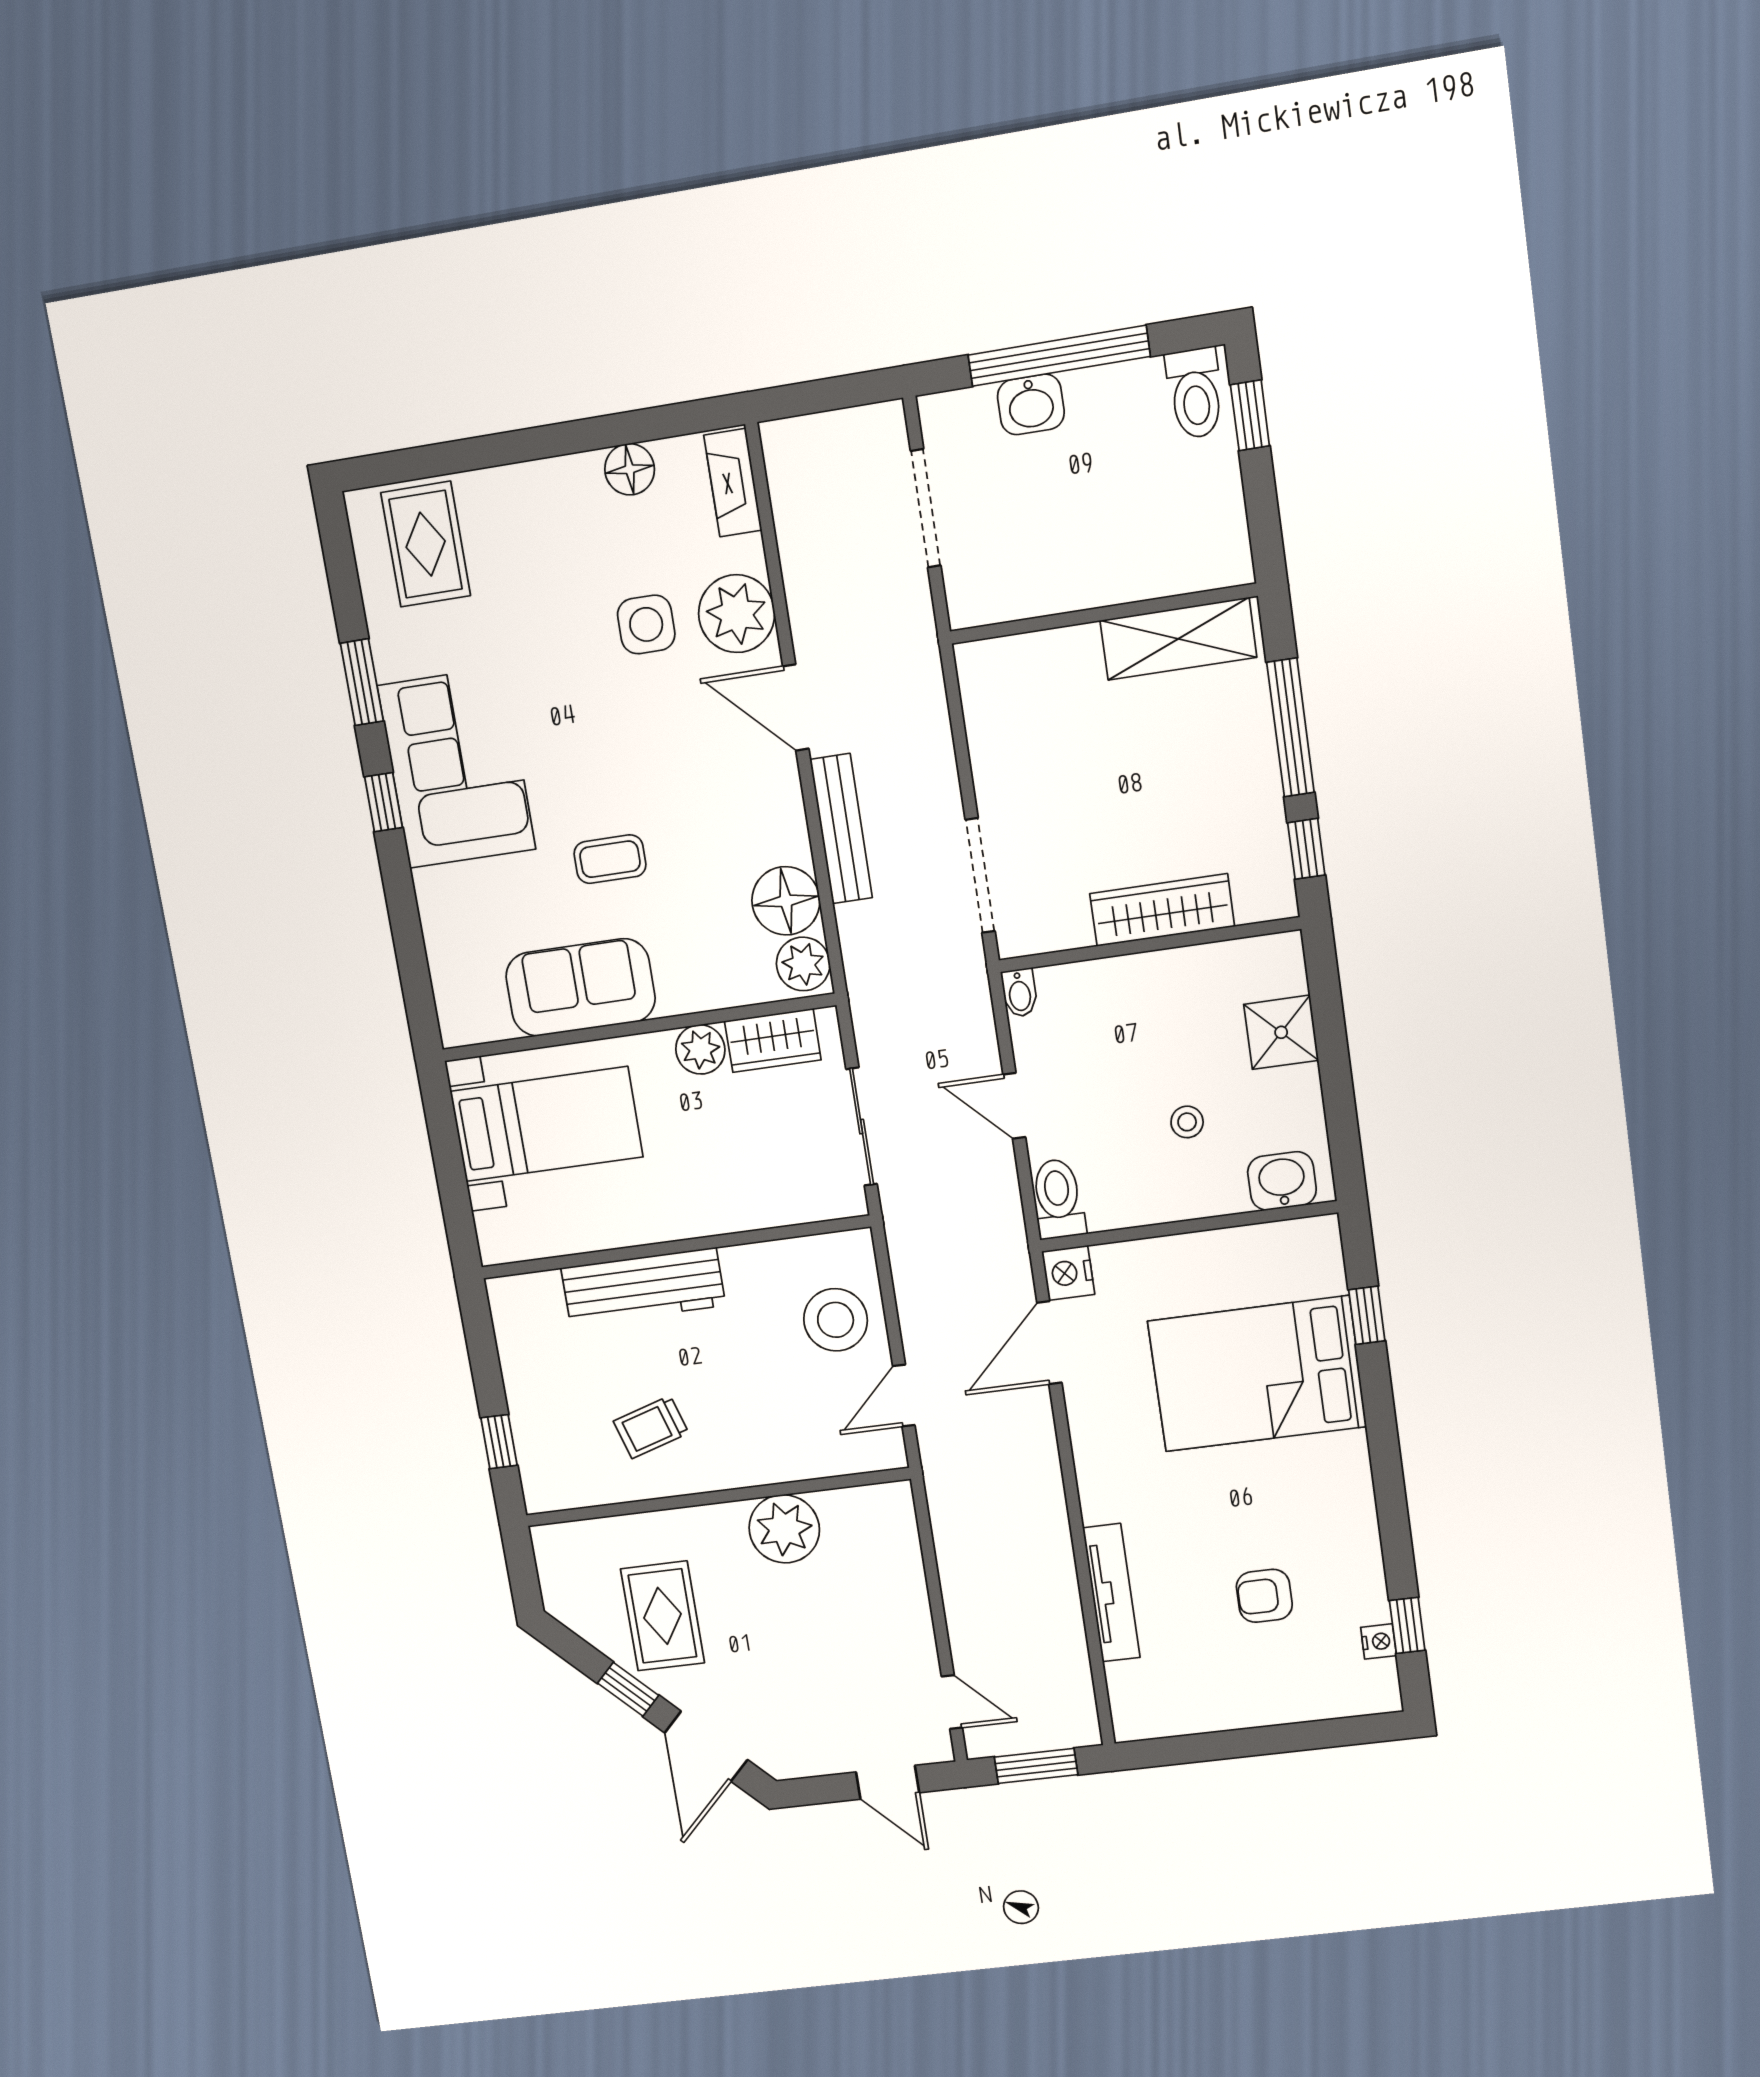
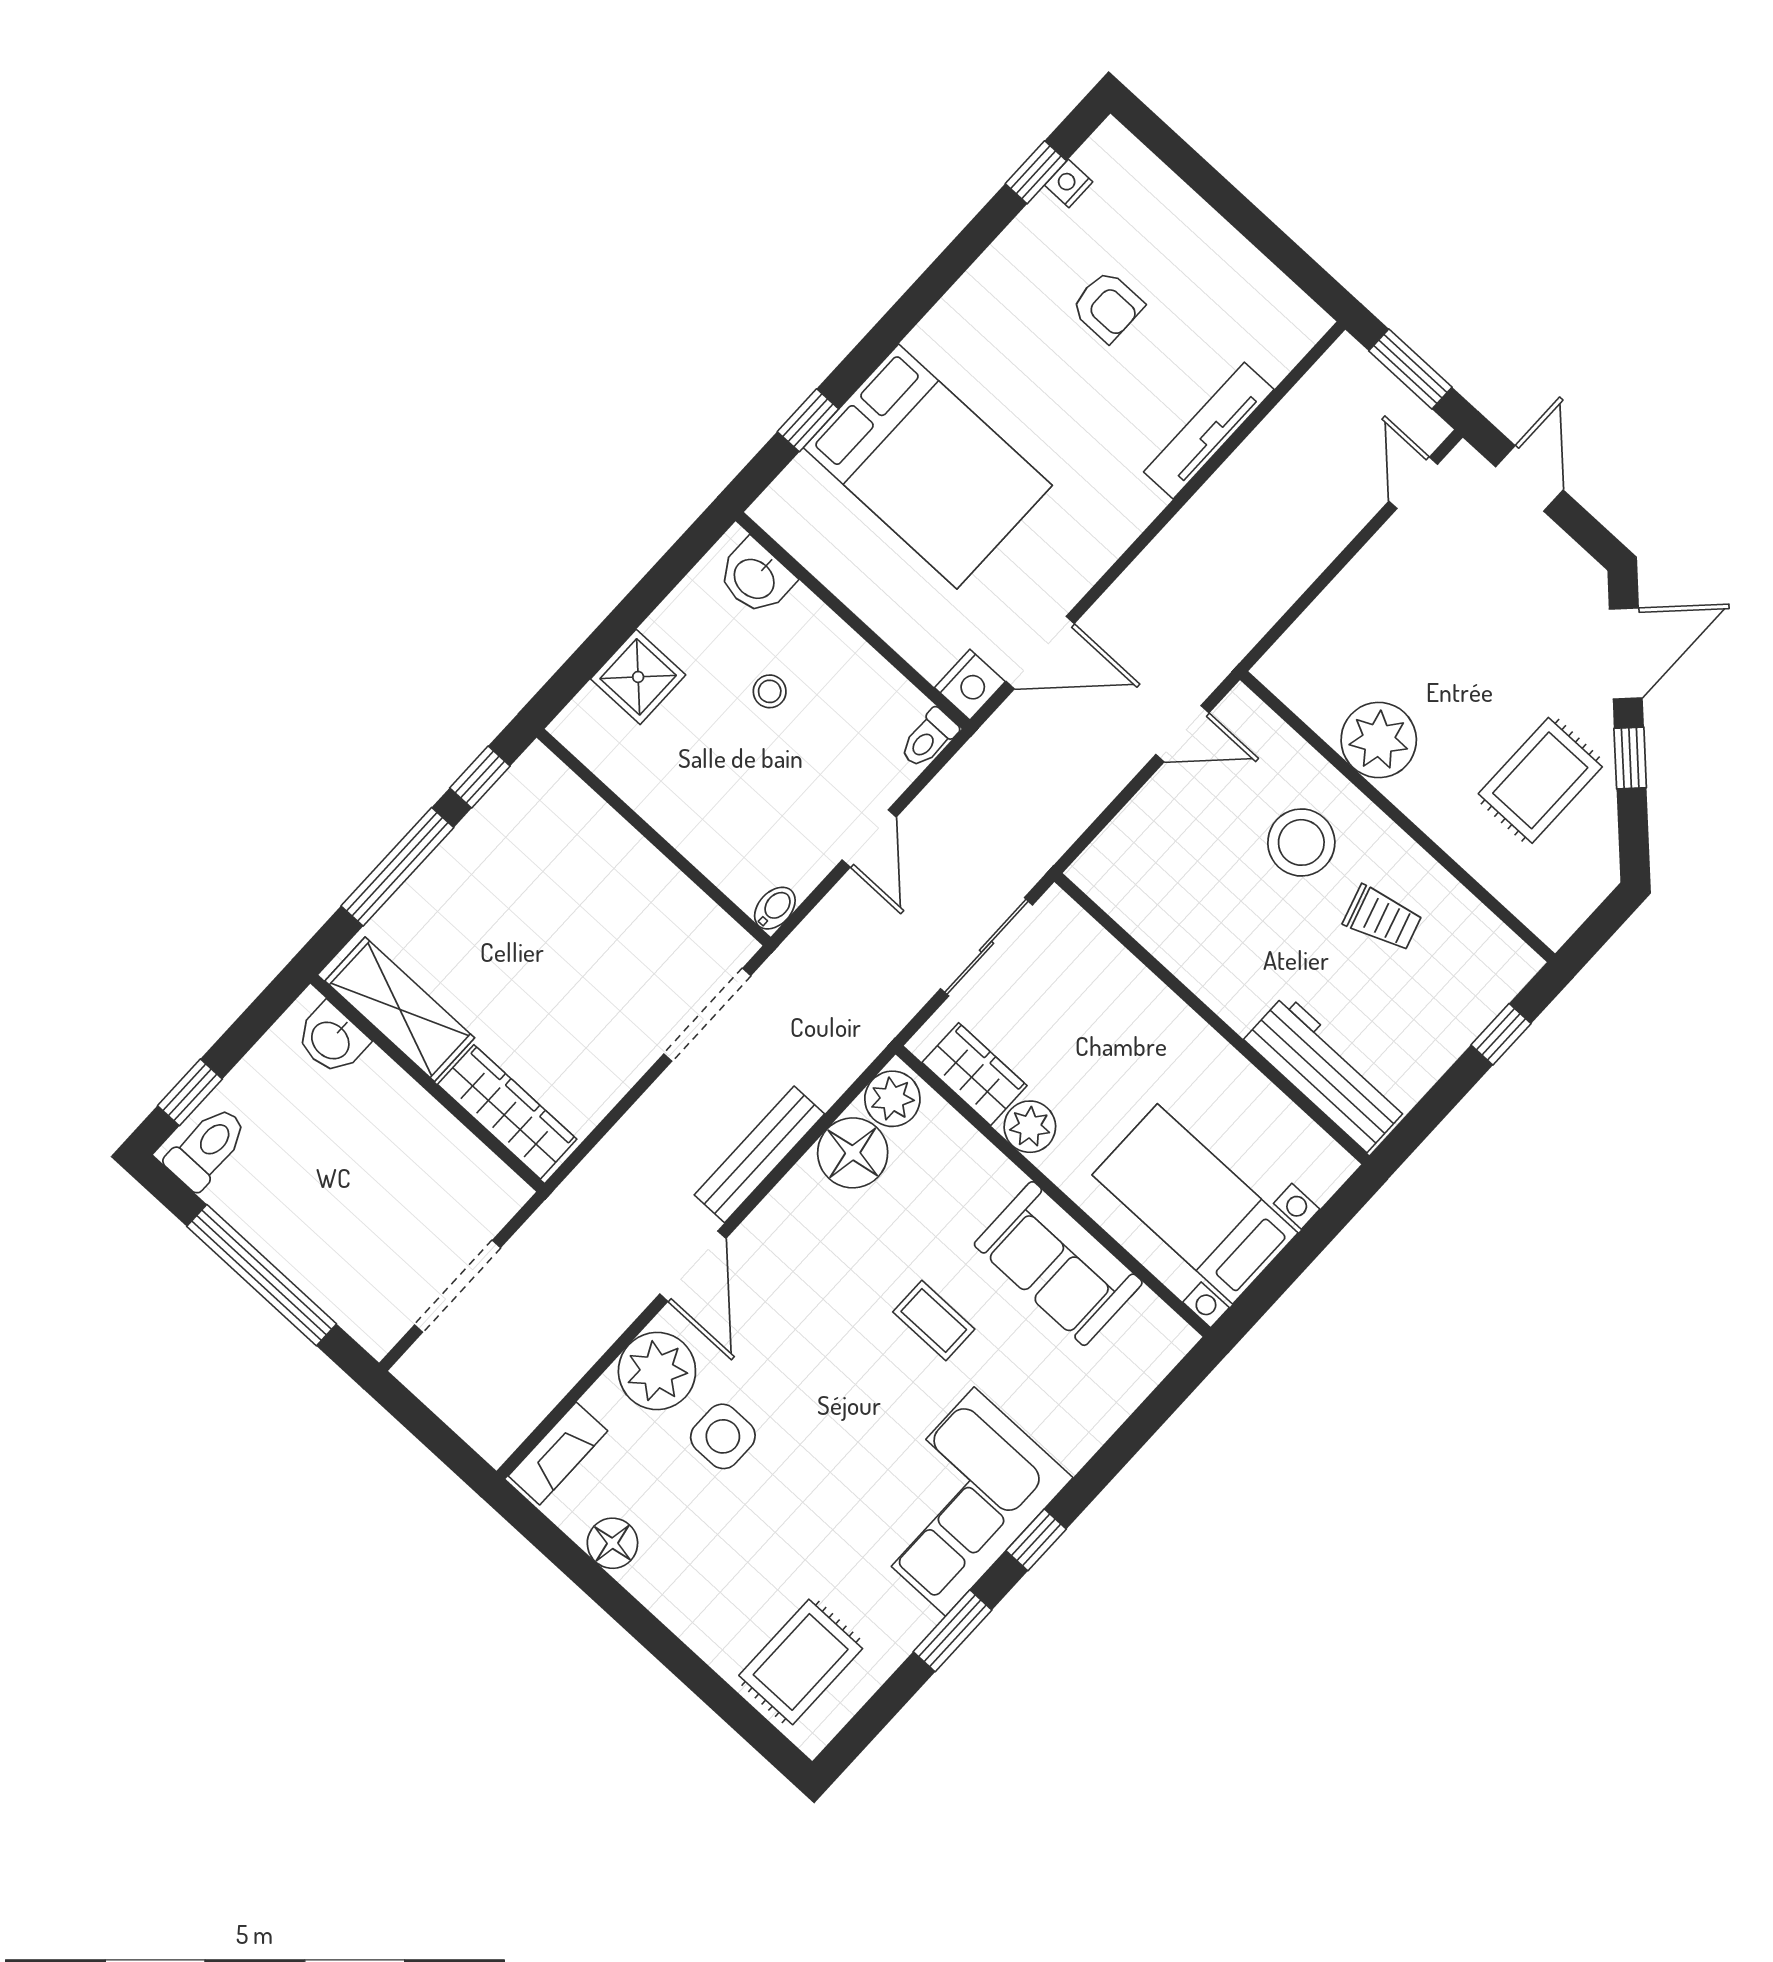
washbasin: (1031, 404) -> (331, 1039), moved, turned 180
wardrobe: (1162, 910) -> (507, 1112), moved, turned 180
toilet: (1058, 1199) -> (929, 738), width x0.73, depth x0.72
workbench: (643, 1287) -> (1326, 1073), moved
stool: (836, 1320) -> (1301, 842), moved

